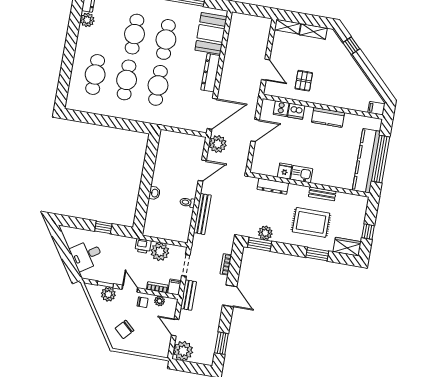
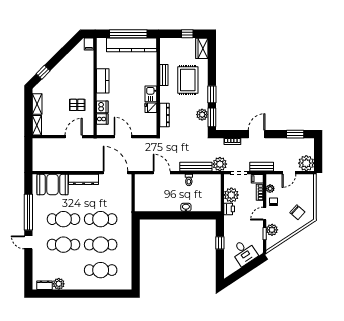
plant: (218, 144) -> (220, 164), moved
window: (317, 254) -> (212, 94), moved

